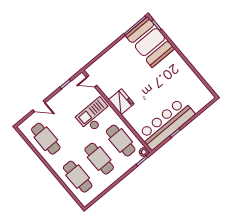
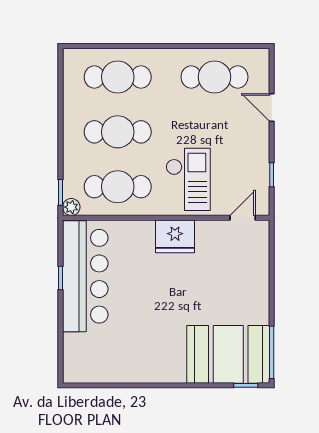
door: (39, 106) -> (272, 107), hinge flipped

